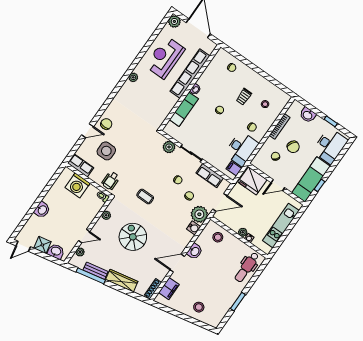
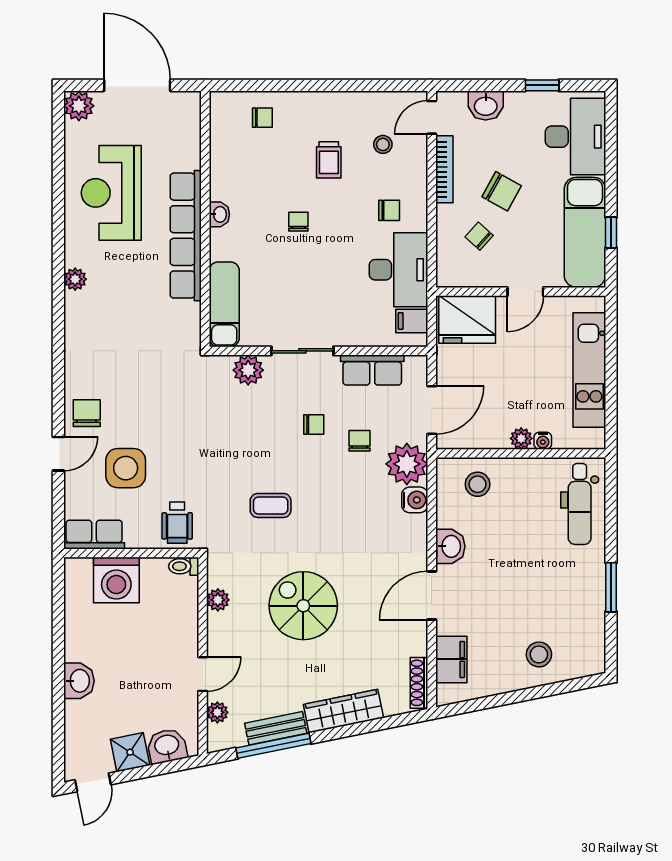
row of seats: (190, 74) -> (186, 236), moved
door: (287, 106) -> (432, 117), added
exam couch: (184, 109) -> (224, 304), moved

